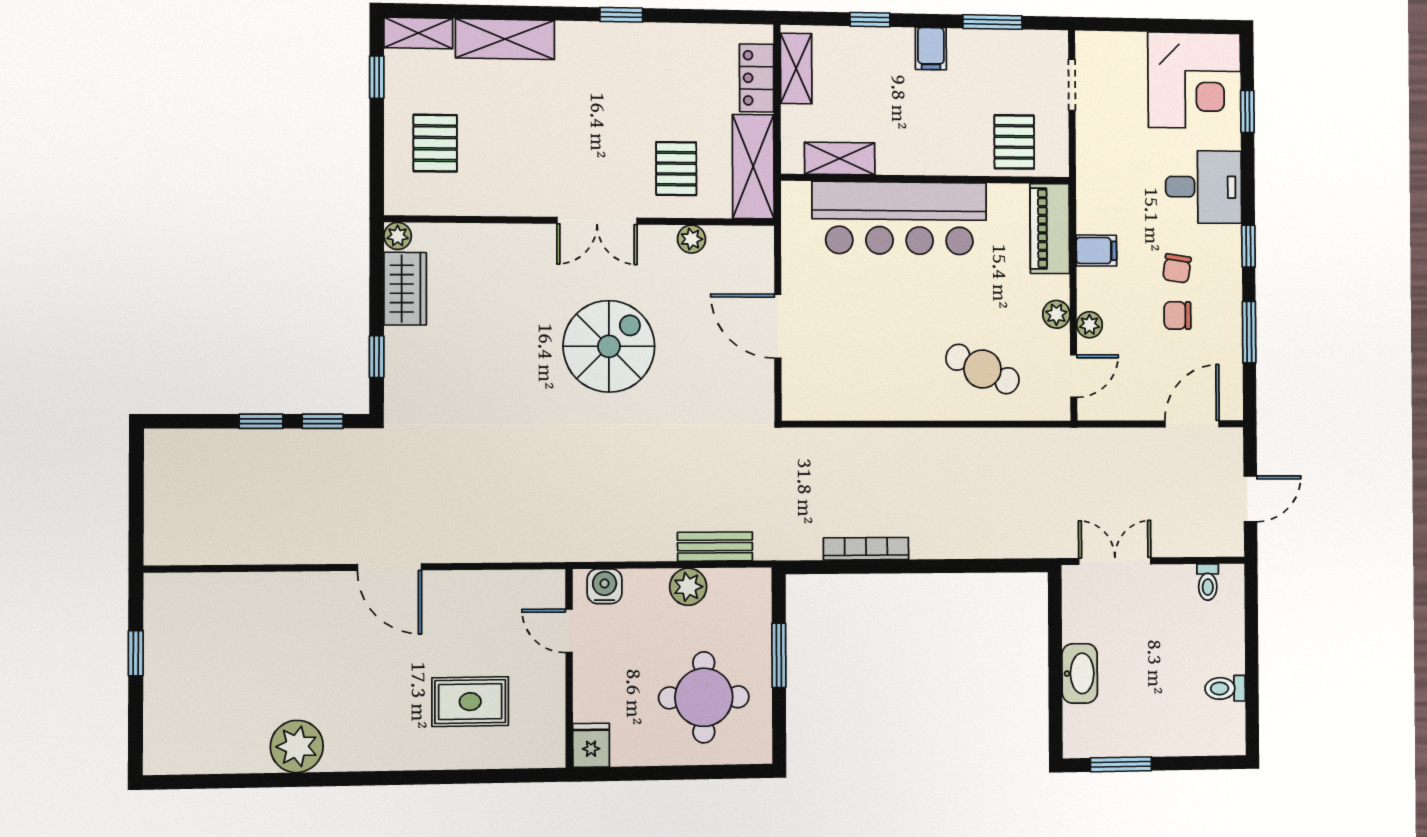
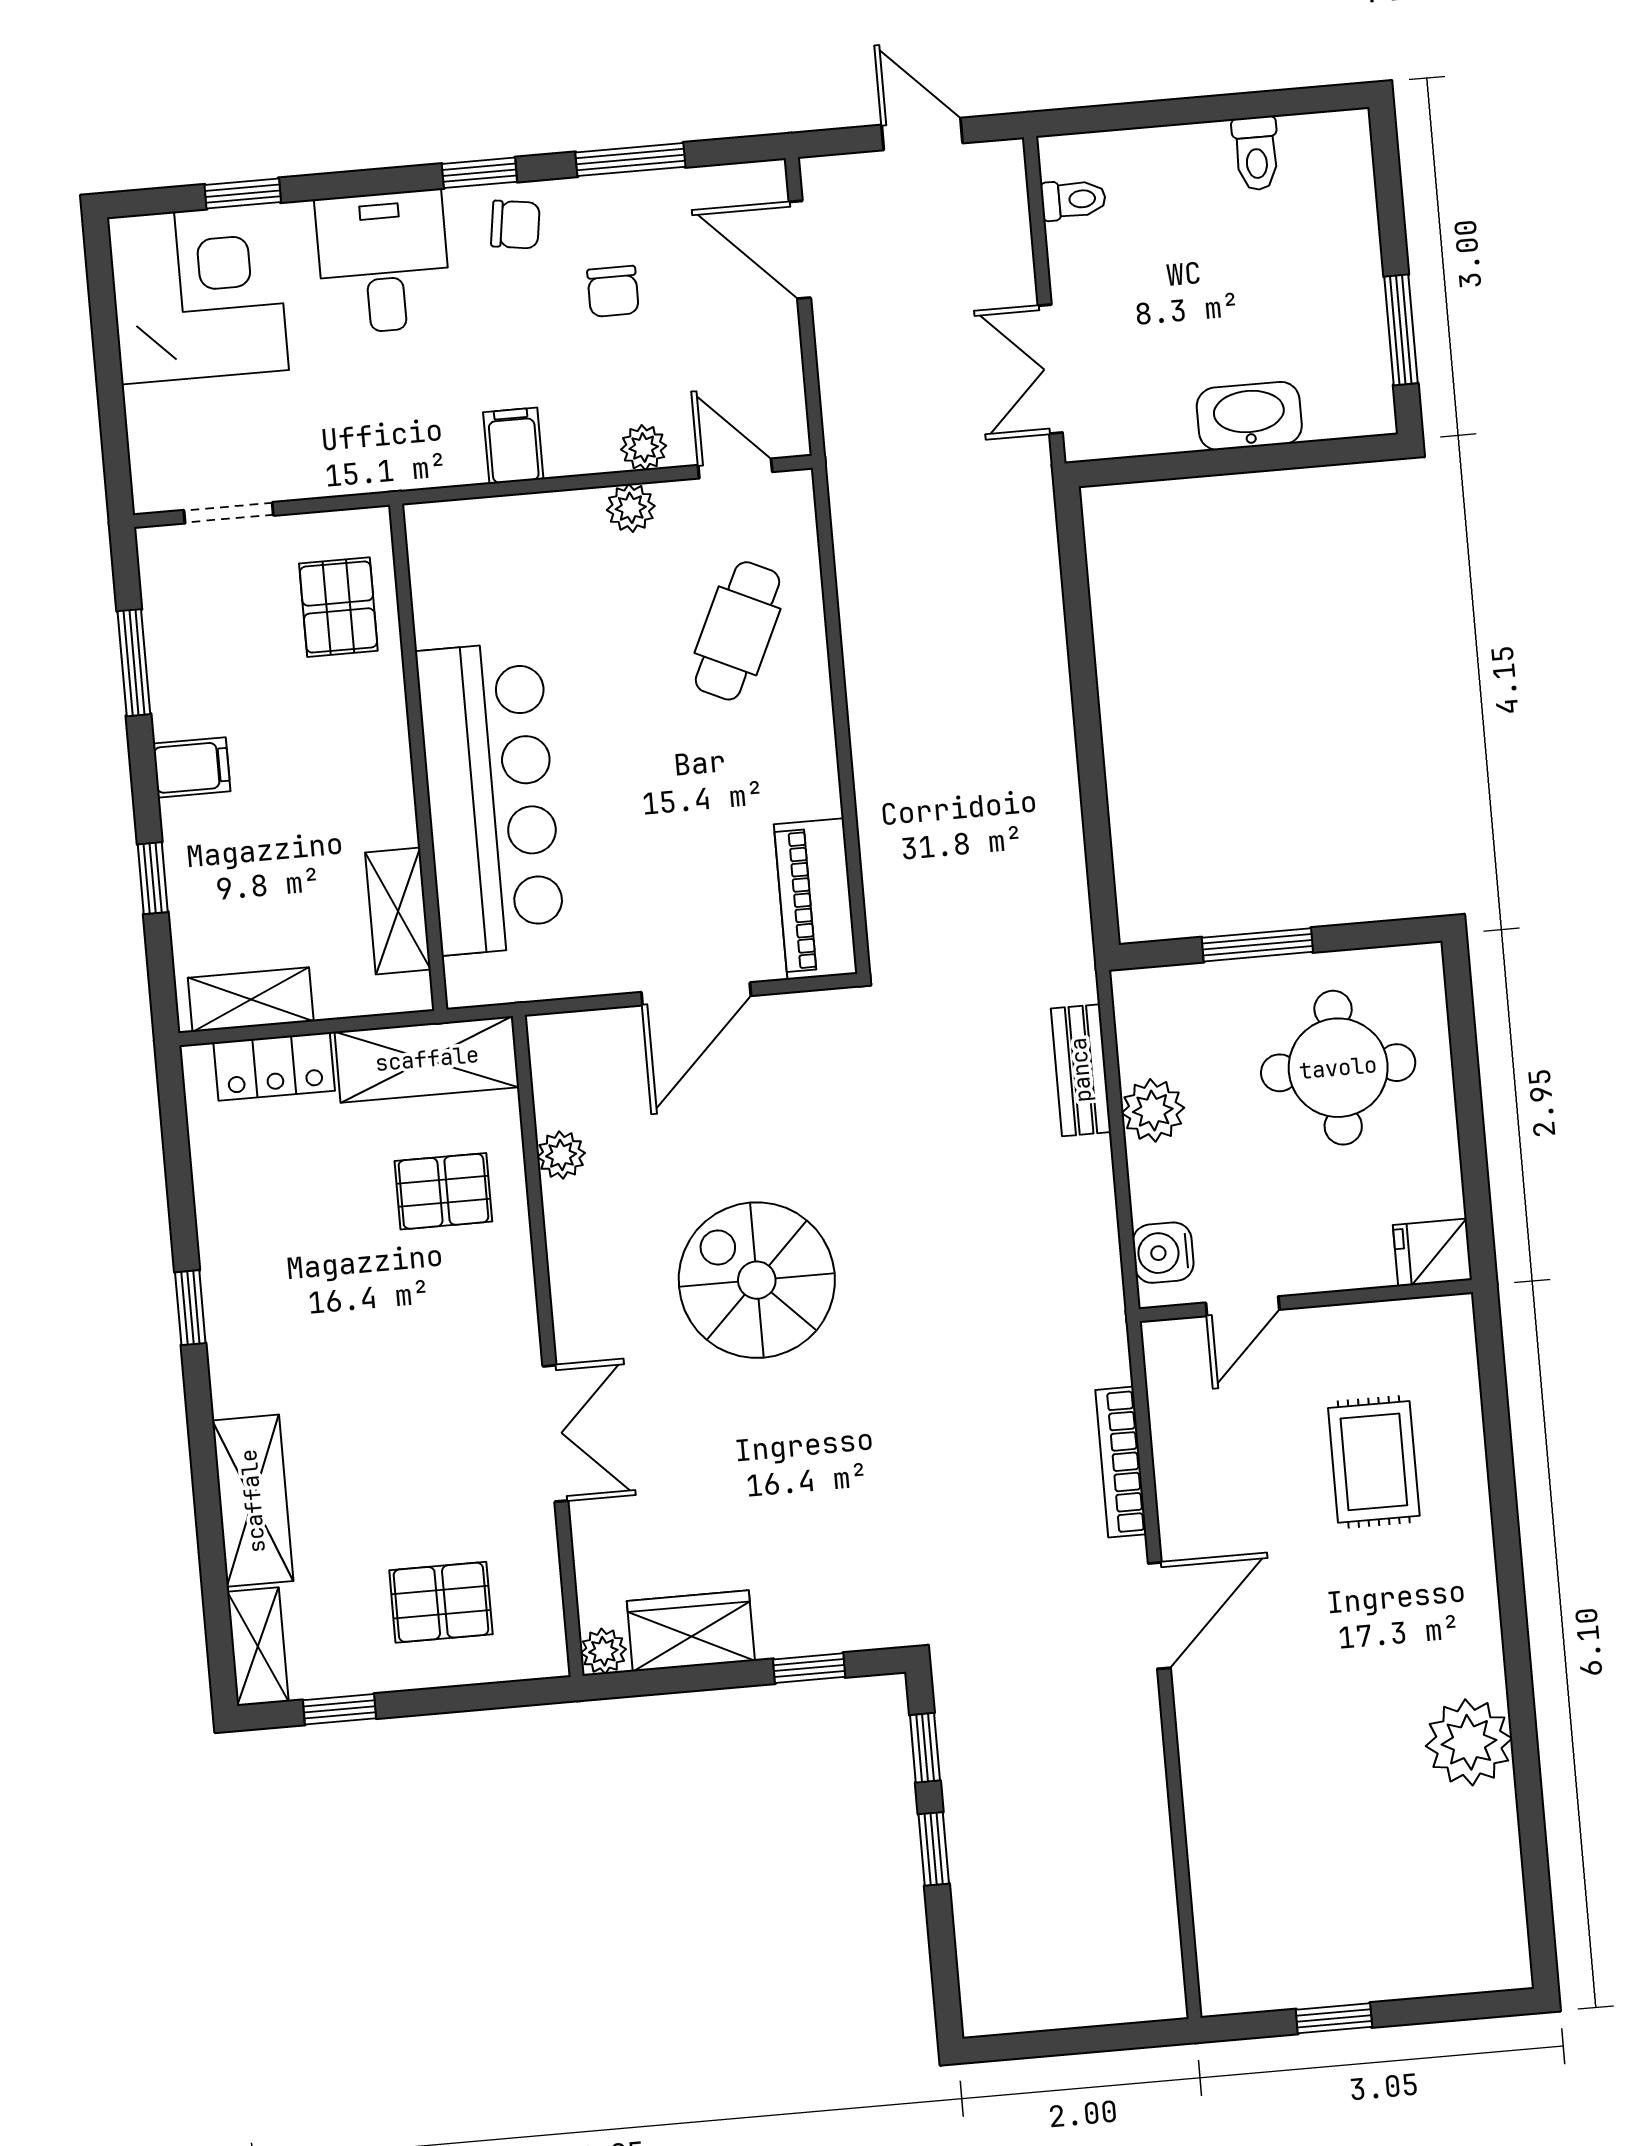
pallet: (1014, 142) -> (338, 607), turned 90
double door: (597, 221) -> (555, 1433), moved
piano: (1050, 229) -> (816, 899), moved, turned 90
chair: (1177, 268) -> (515, 225), moved
bookcase: (866, 549) -> (1121, 1462), moved

